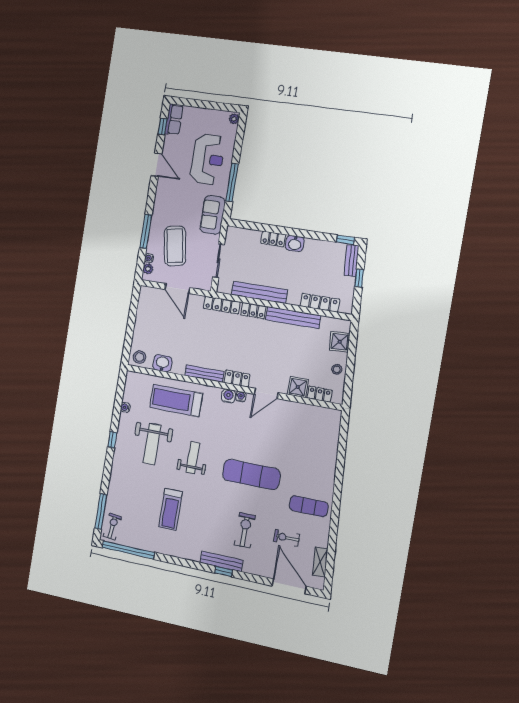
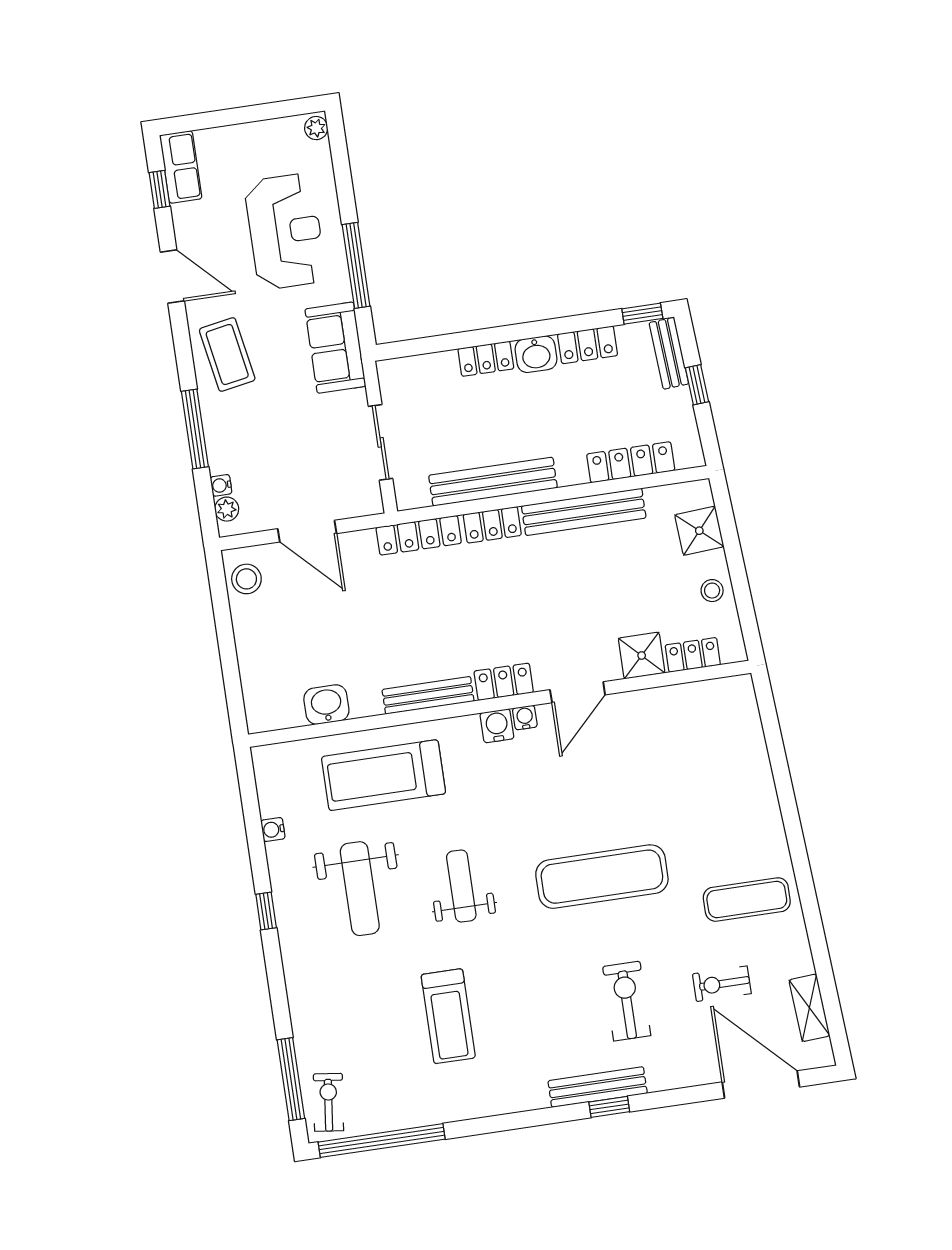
coffee table: (175, 246) -> (227, 355), moved, width x0.73, depth x0.76
locker: (318, 246) -> (588, 345), added
stool: (139, 357) -> (246, 579), moved

